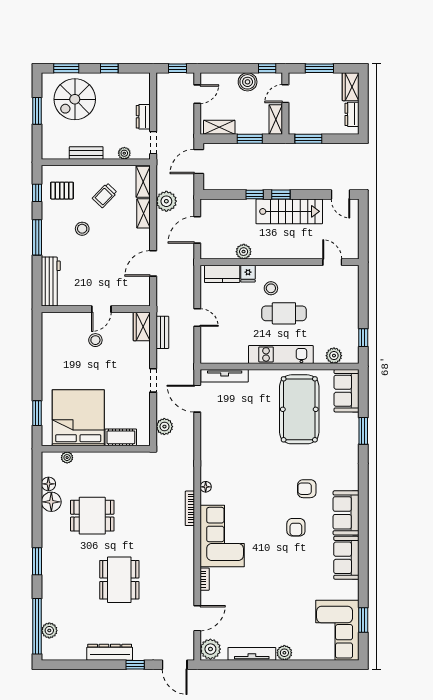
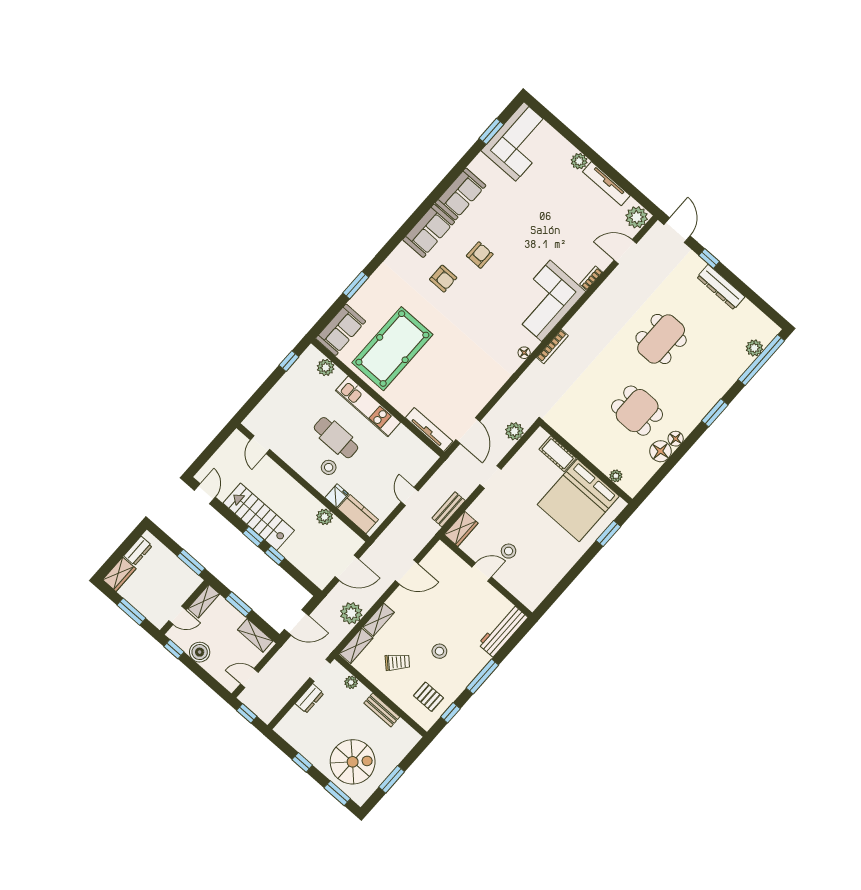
floor lamp: (48, 484) -> (676, 439), moved

